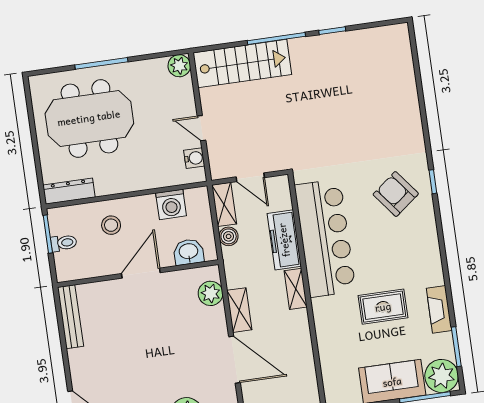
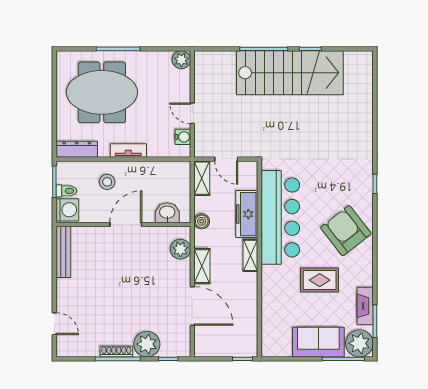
stairs: (242, 64) -> (290, 73), moved, width x1.36, depth x1.51
tv unit: (131, 184) -> (128, 150), added
armchair: (396, 194) -> (346, 231), moved, width x1.36, depth x1.36
washing machine: (171, 204) -> (67, 210), moved, turned -90
boiler: (229, 236) -> (202, 221), moved
fireplace: (439, 309) -> (365, 306), moved

